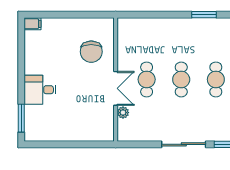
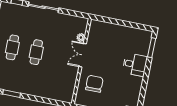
cafe table: (147, 79) -> (60, 57), removed

